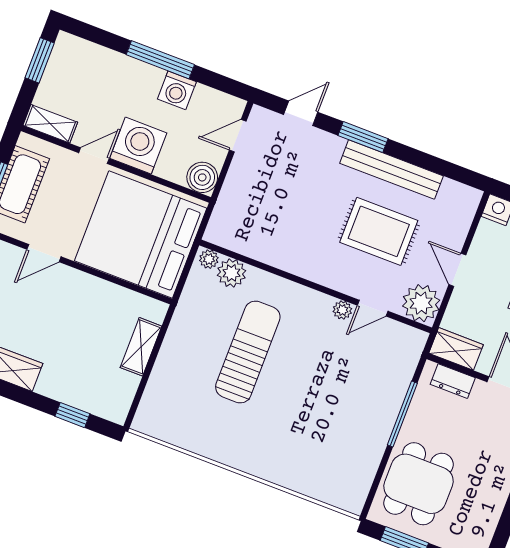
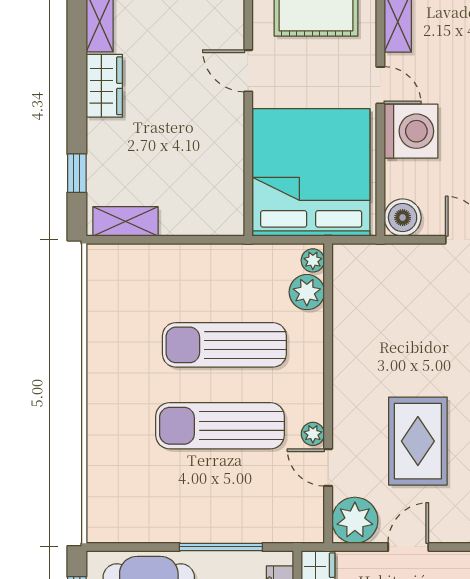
shelving: (141, 347) -> (125, 221), moved
sun lounger: (248, 352) -> (224, 345), turned 180
sun lounger: (309, 379) -> (220, 426), added

